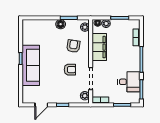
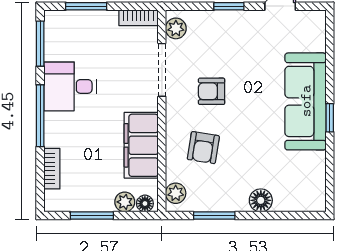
floor lamp: (61, 24) -> (261, 200), moved
desk: (129, 82) -> (70, 86), moved

